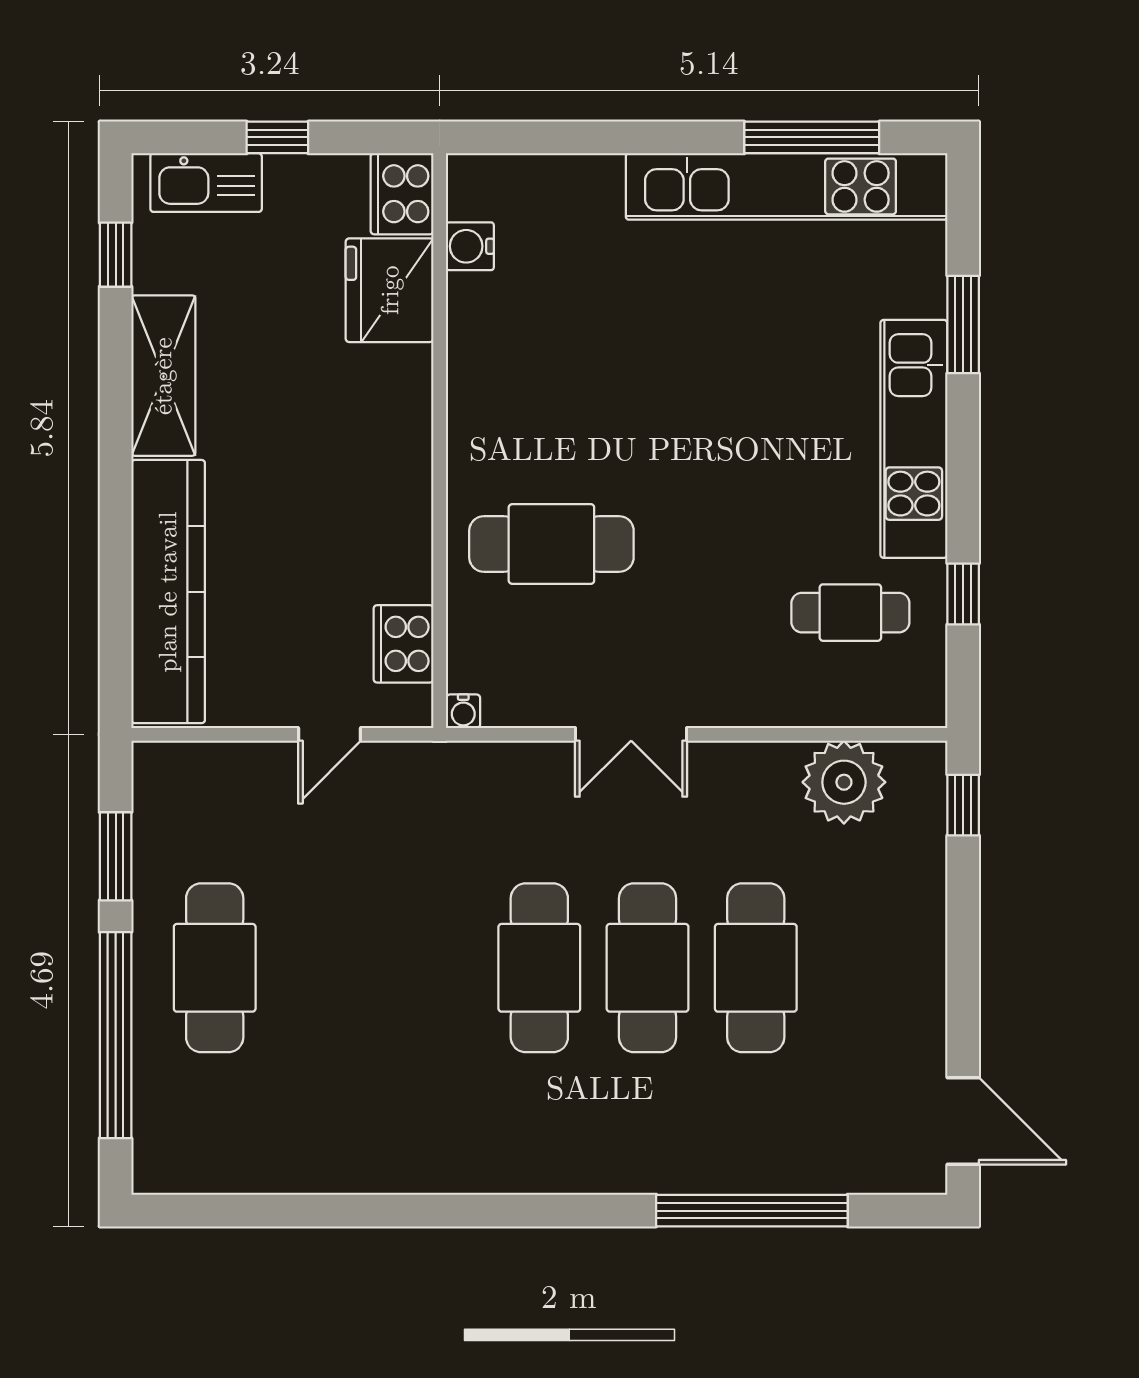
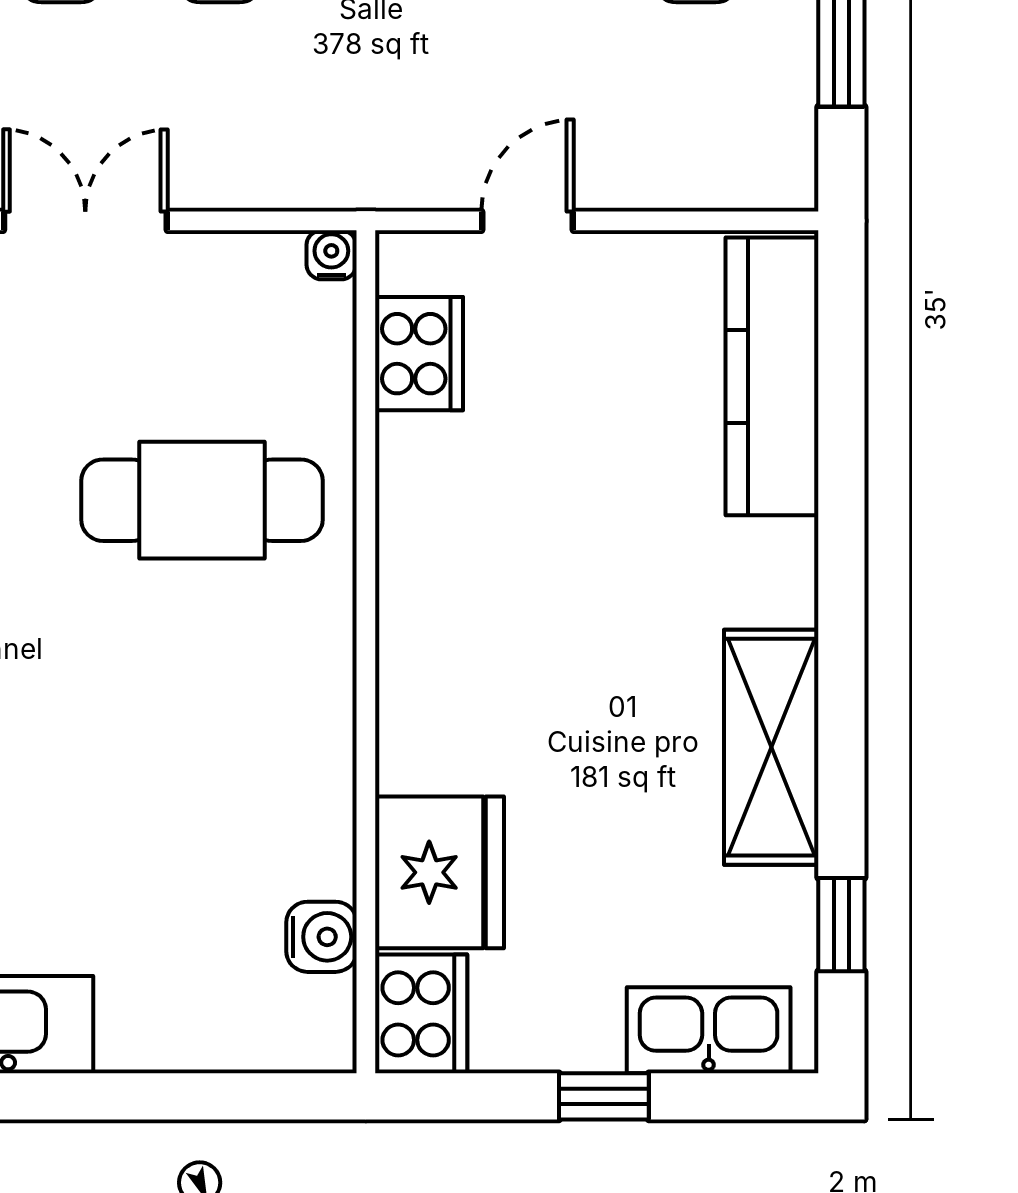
kitchen counter: (168, 592) -> (772, 376), width x0.72, depth x0.86

